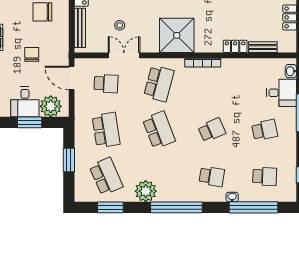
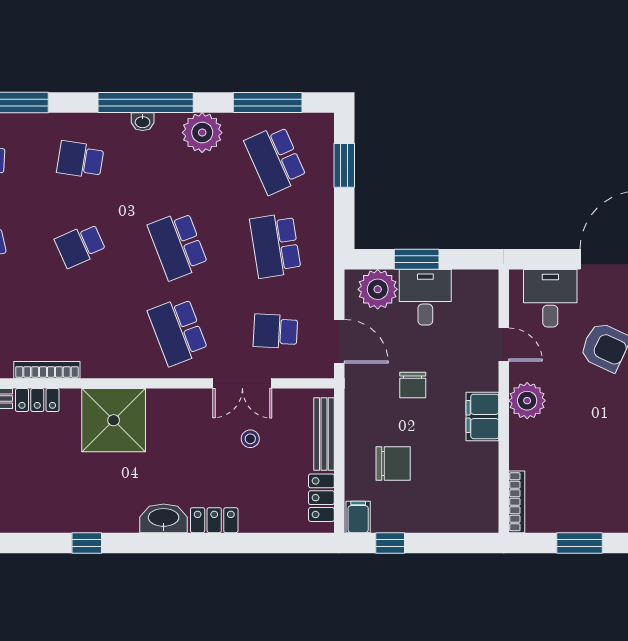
shower: (177, 35) -> (114, 420), moved
bookcase: (203, 63) -> (47, 370), moved
school desk: (159, 84) -> (178, 331), turned -36
window: (69, 160) -> (344, 165), moved
washbasin: (232, 197) -> (143, 122), moved
window: (110, 207) -> (268, 102), width x1.44

